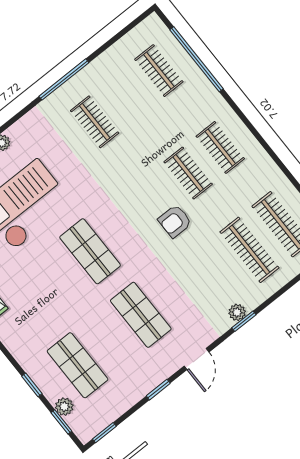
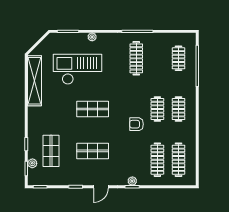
clothes rail: (95, 122) -> (136, 58), width x1.36
shop shelf: (90, 251) -> (93, 109), turned 90
shop shelf: (141, 315) -> (93, 151), turned 90

